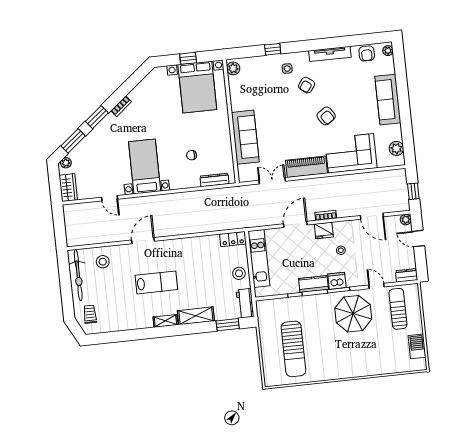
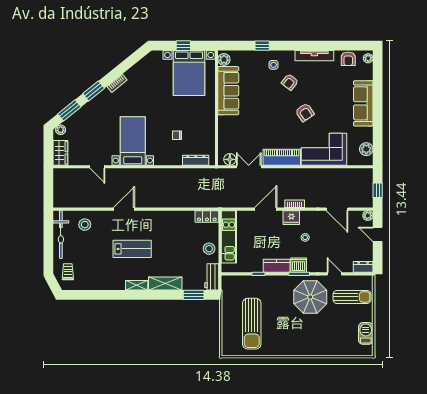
sofa: (245, 137) -> (228, 91), moved
floor lamp: (251, 175) -> (230, 159), added
sun lounger: (398, 309) -> (352, 297), turned 90

